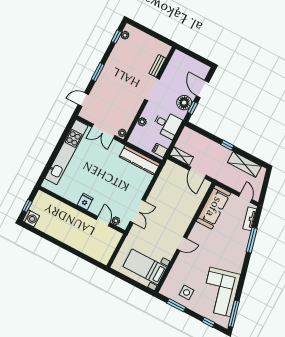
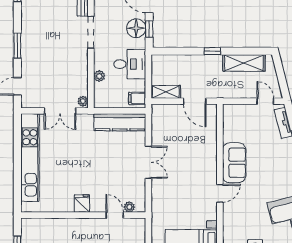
sofa: (214, 207) -> (234, 163), moved, width x0.73
double door: (137, 211) -> (148, 162), moved

